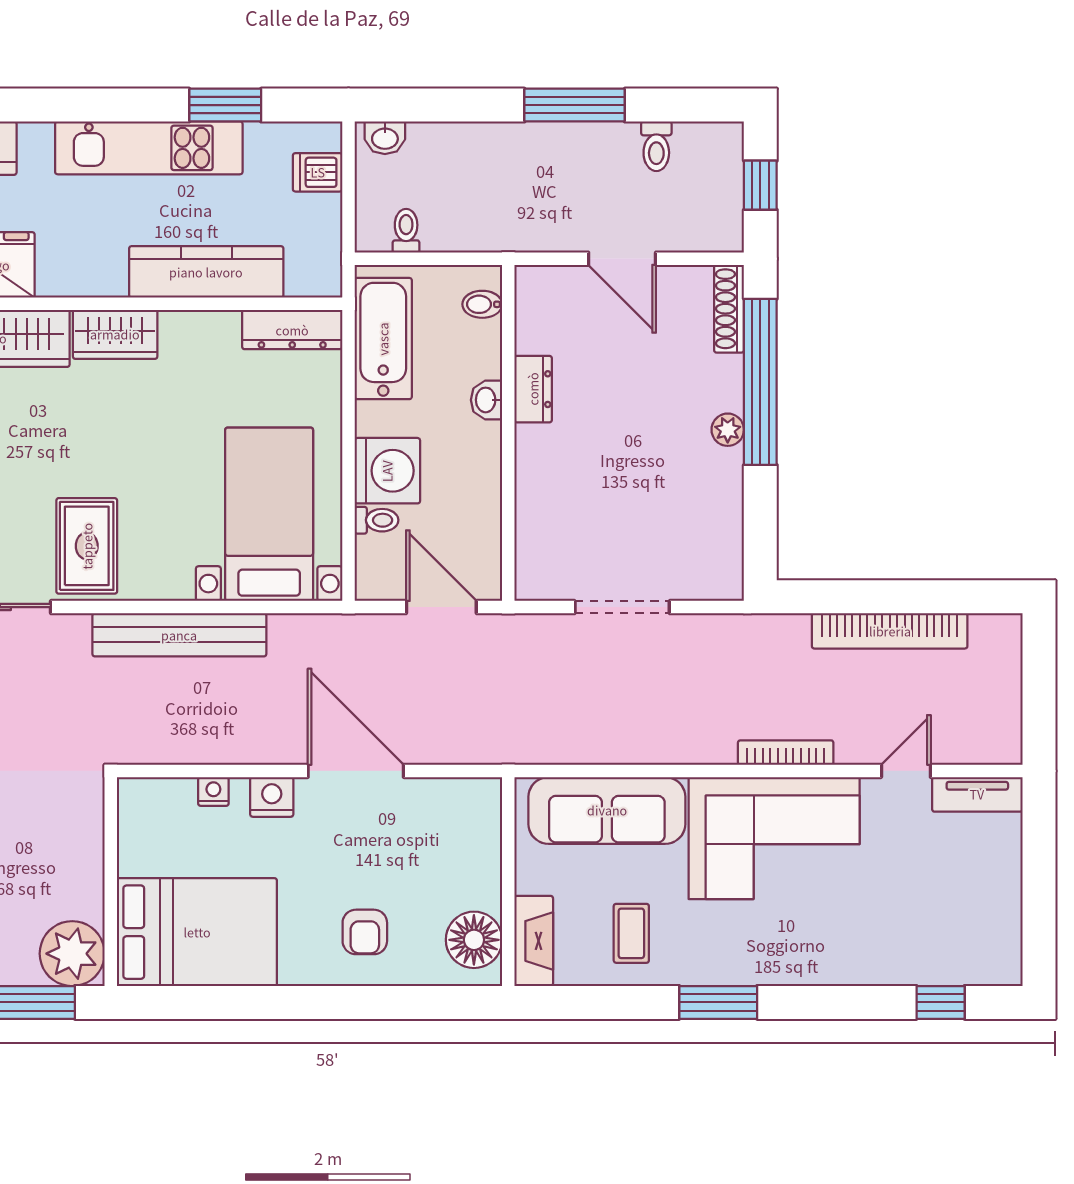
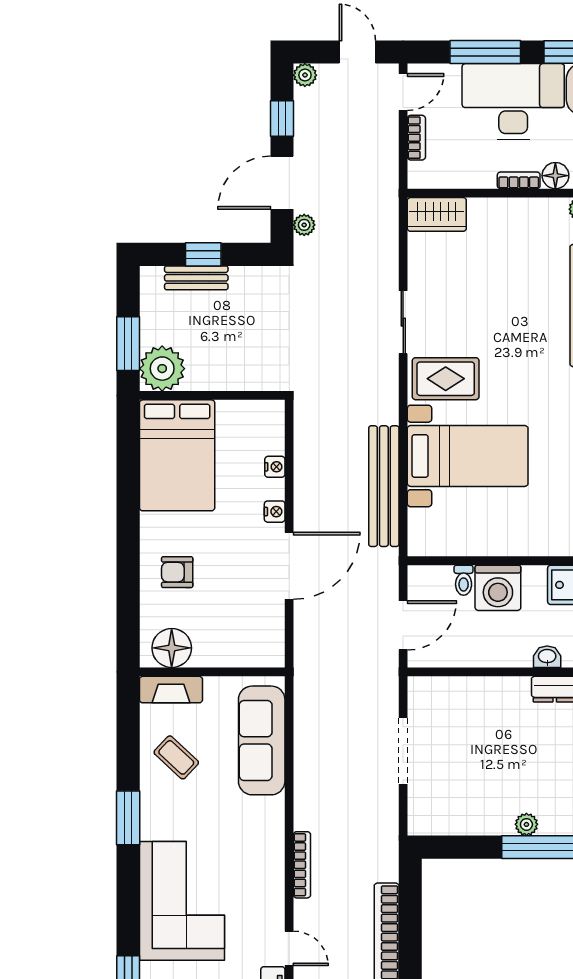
bed with nightstands: (269, 514) -> (468, 456), moved
bench: (179, 635) -> (384, 486), moved
nightstand: (272, 797) -> (275, 512), width x0.72, depth x0.74
corner sofa: (774, 838) -> (182, 901), moved, turned 180
coffee table: (631, 933) -> (176, 757), turned 43

